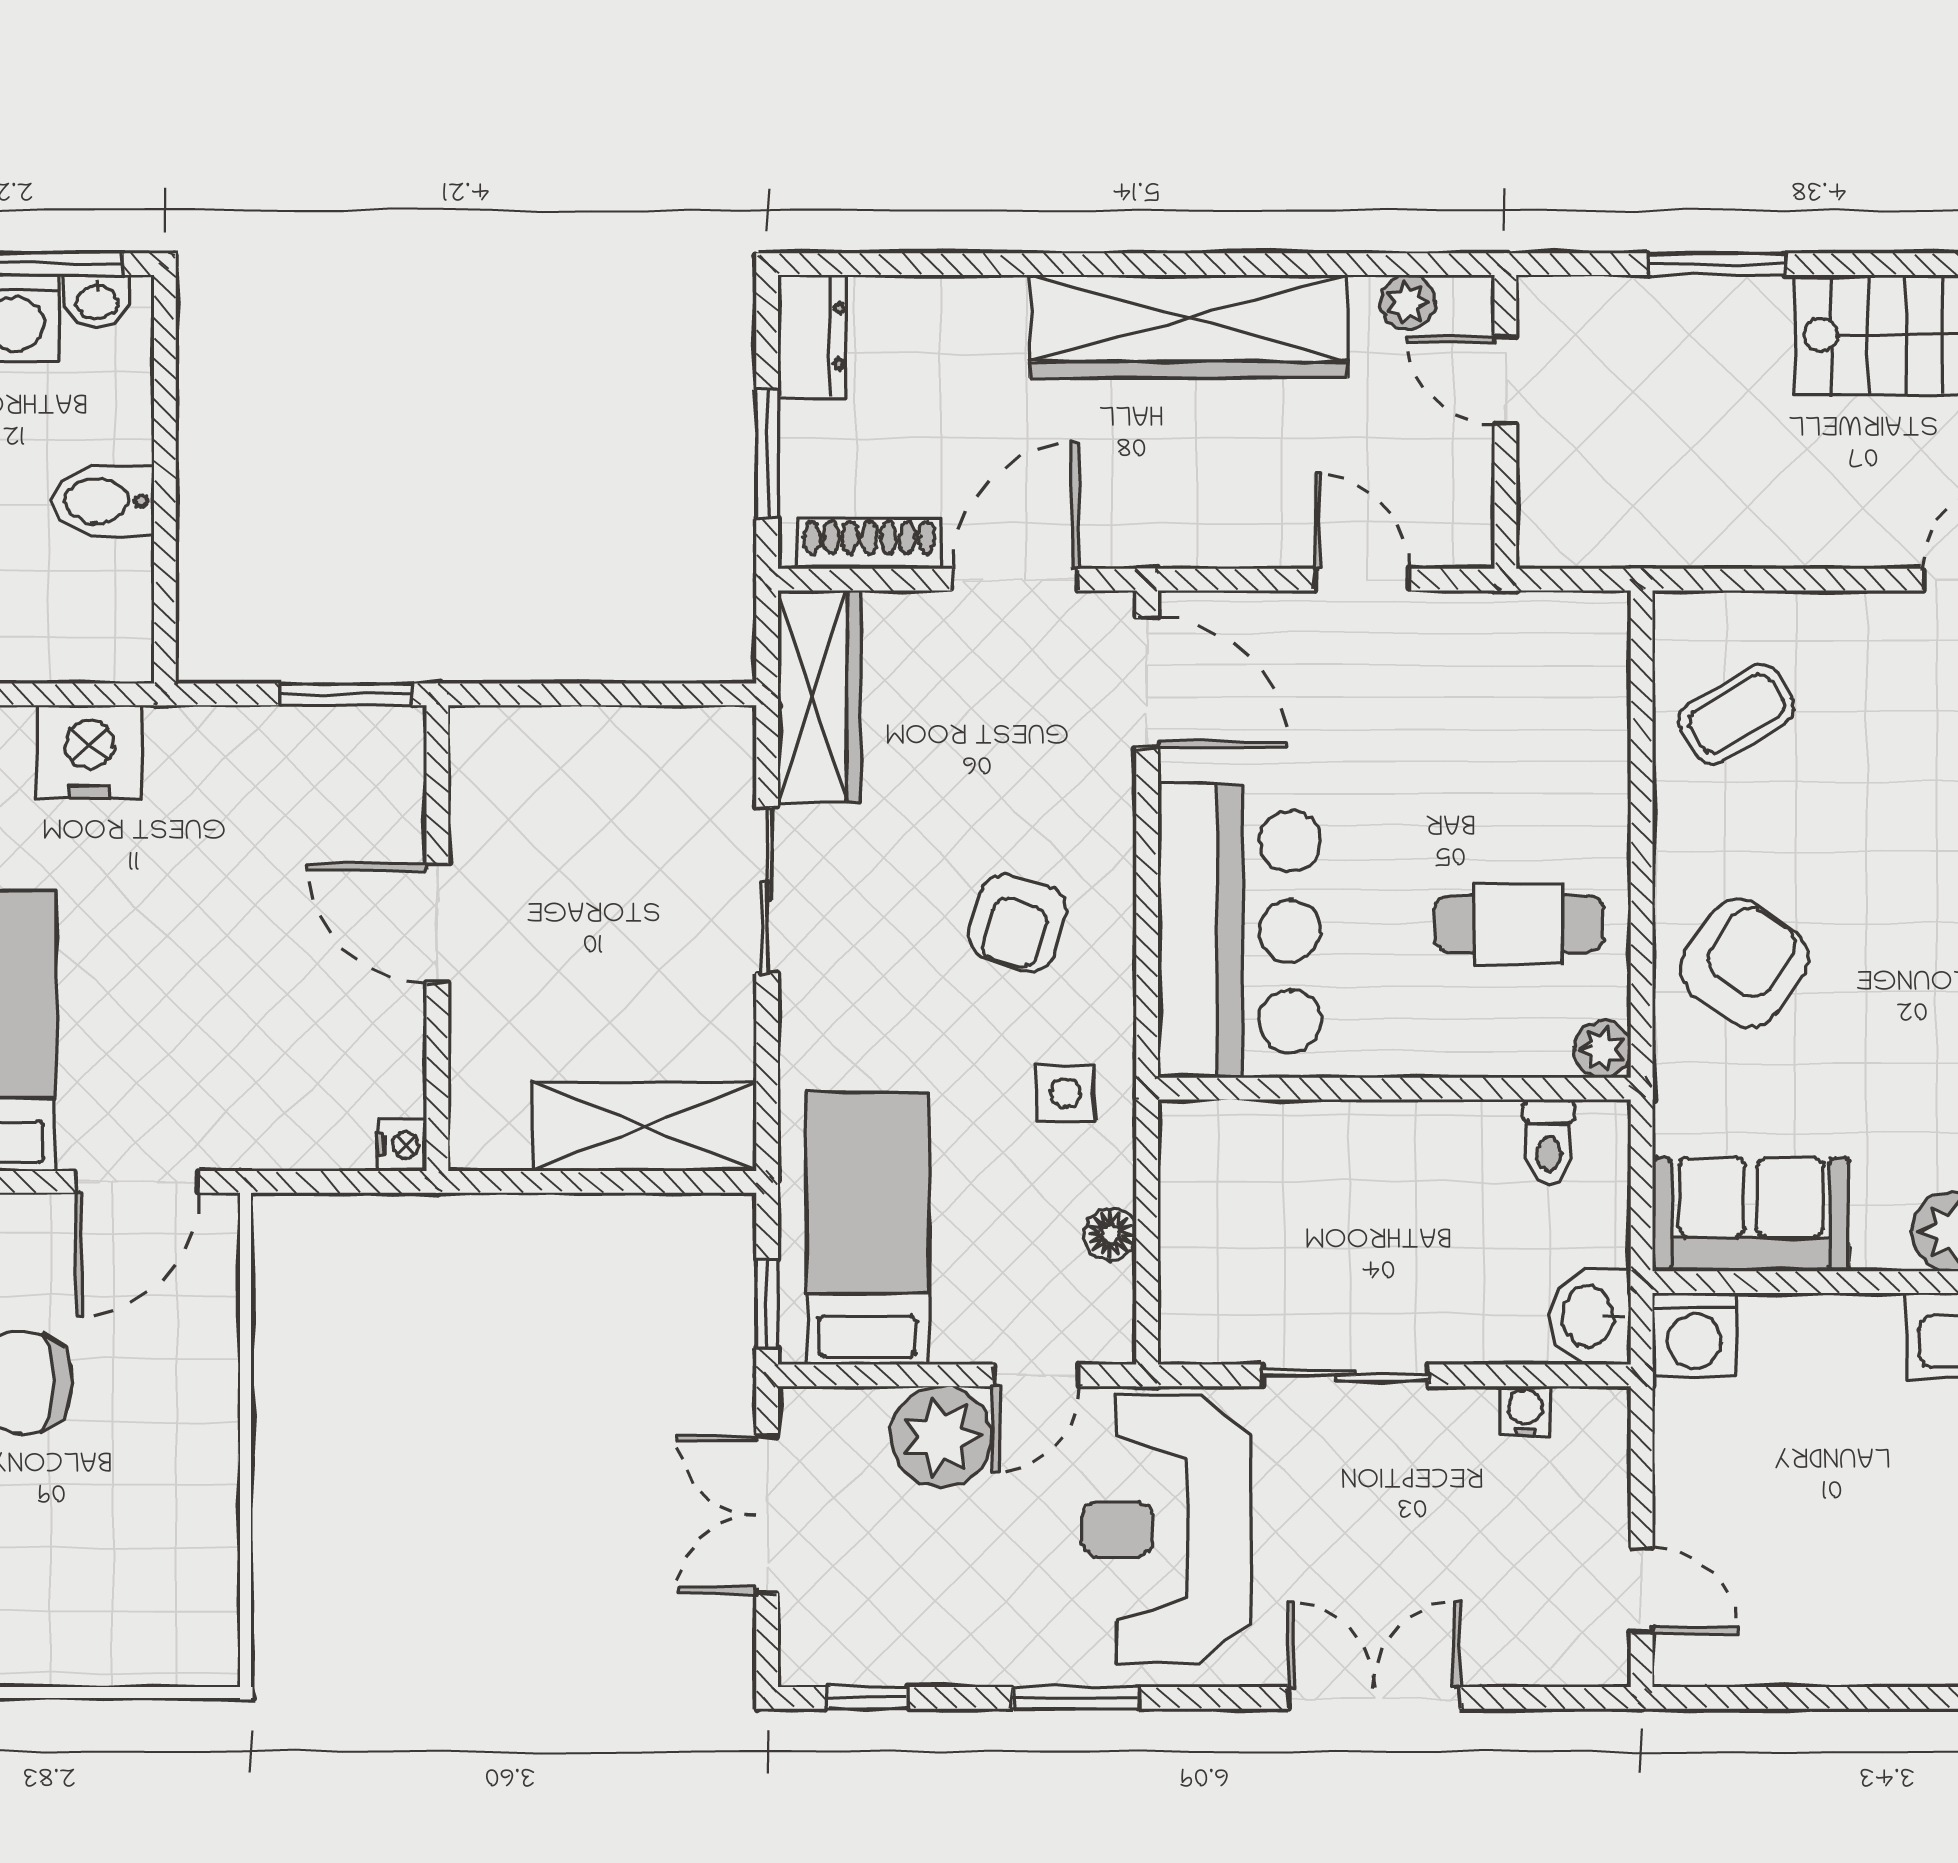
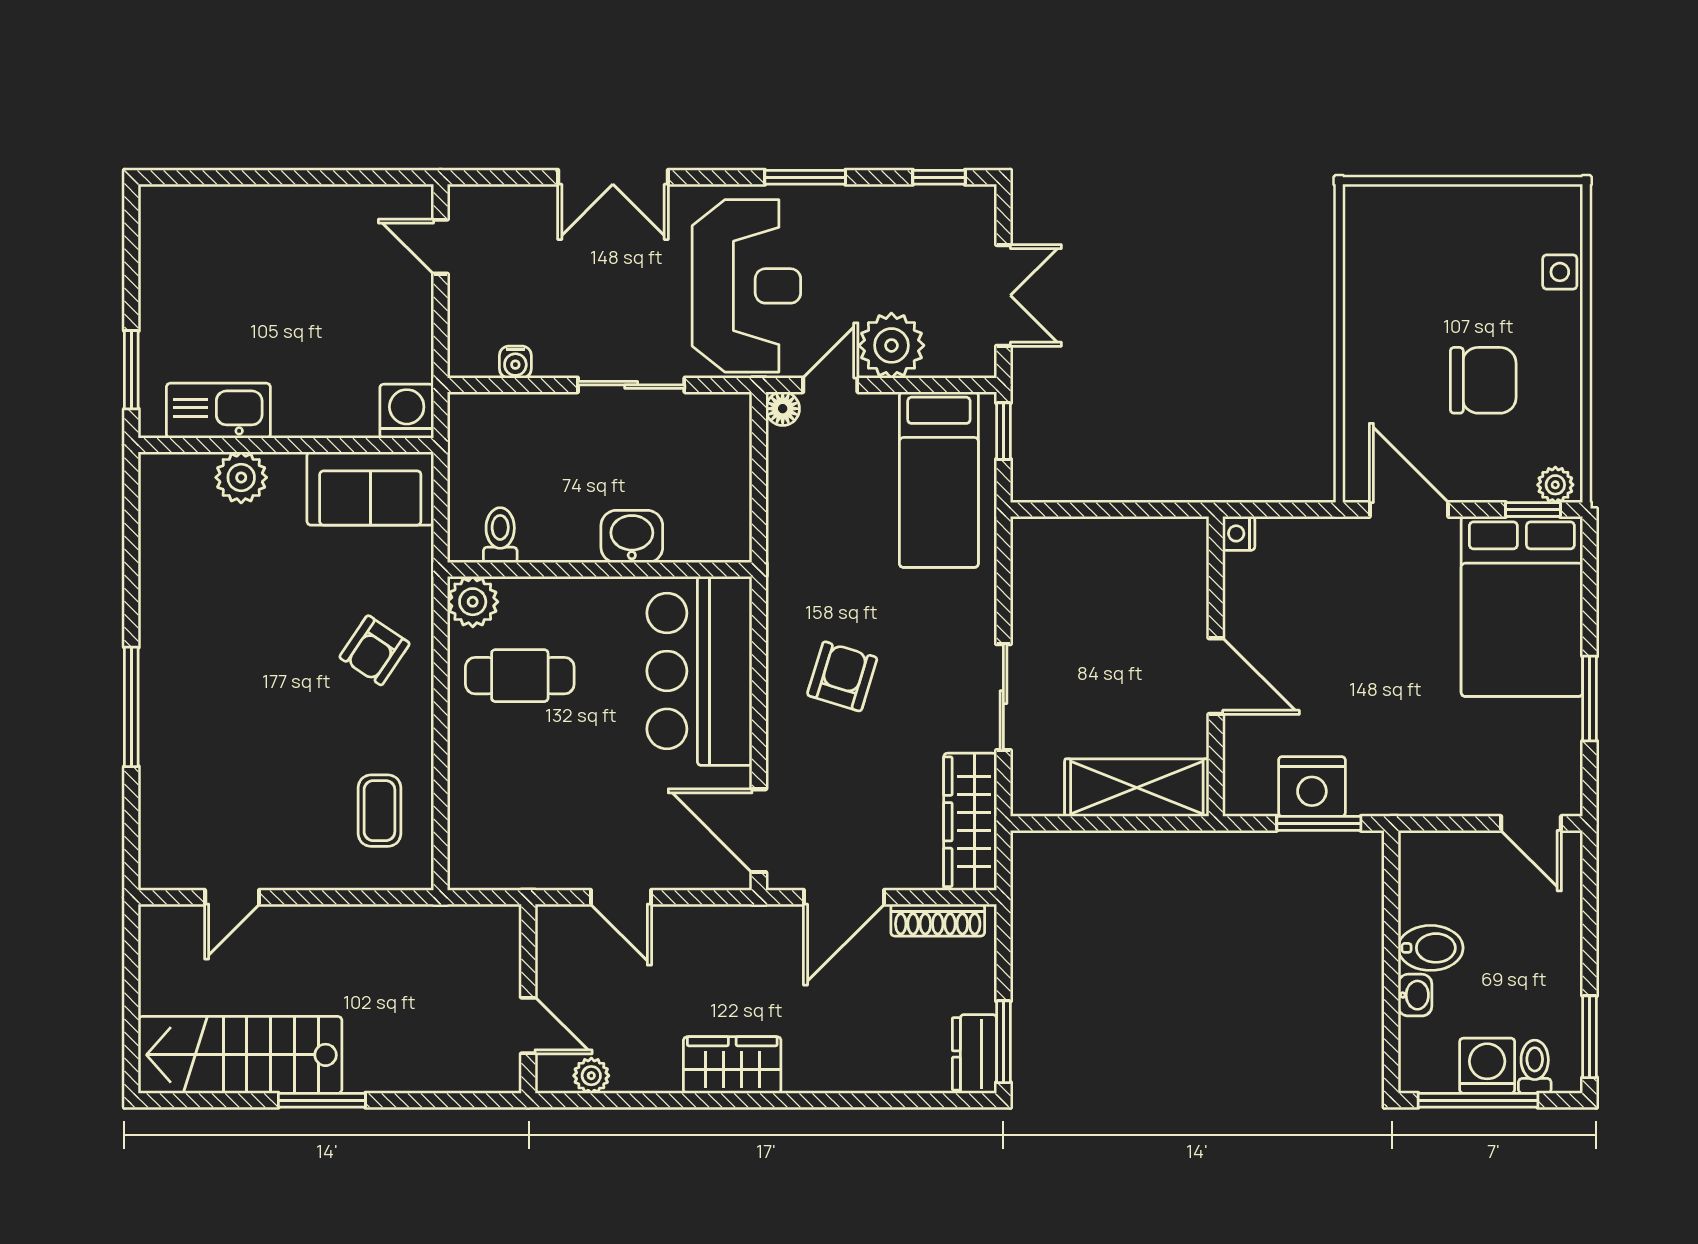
window: (1716, 264) -> (322, 1100), moved
washbasin: (97, 301) -> (1415, 995), moved, turned 90
wardrobe: (1189, 326) -> (732, 1065), width x0.48, depth x0.85
window: (767, 454) -> (1003, 1042), moved
window: (346, 694) -> (1319, 823), moved
coffee table: (1736, 714) -> (379, 811), turned -59
nightstand: (90, 752) -> (1312, 786), moved
armchair: (1744, 963) -> (375, 650), width x0.72, depth x0.72
plant: (1602, 1049) -> (473, 602), width x1.38, depth x1.38
side table: (1066, 1093) -> (811, 567), removed
shelving: (644, 1126) -> (1137, 788), moved
door: (137, 1182) -> (1409, 510), hinge flipped
floor lamp: (1110, 1234) -> (783, 409), moved
washbasin: (1590, 1317) -> (632, 536), moved, turned -90

